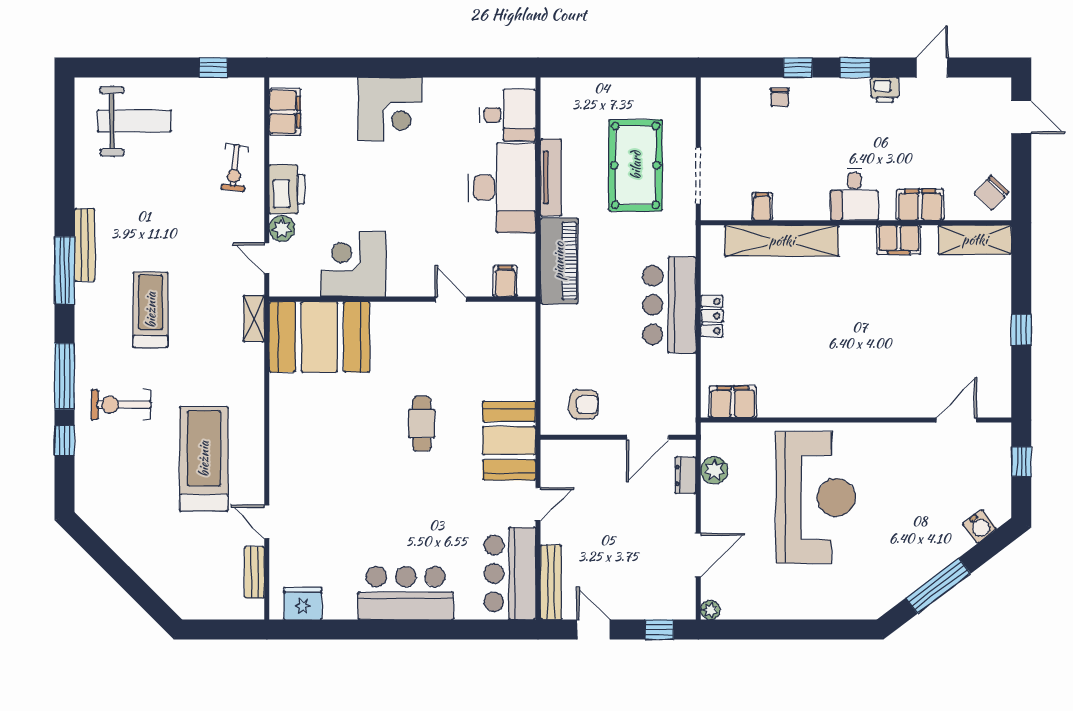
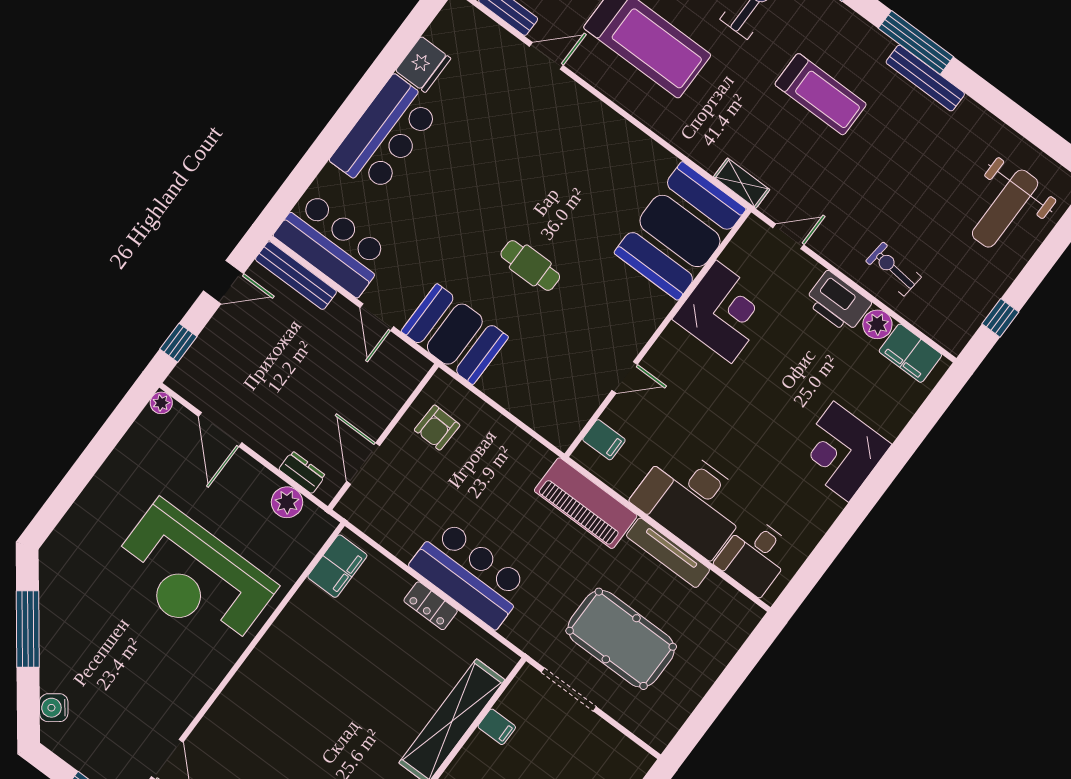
plant: (282, 229) -> (877, 324), moved
fridge: (303, 603) -> (423, 64), moved

